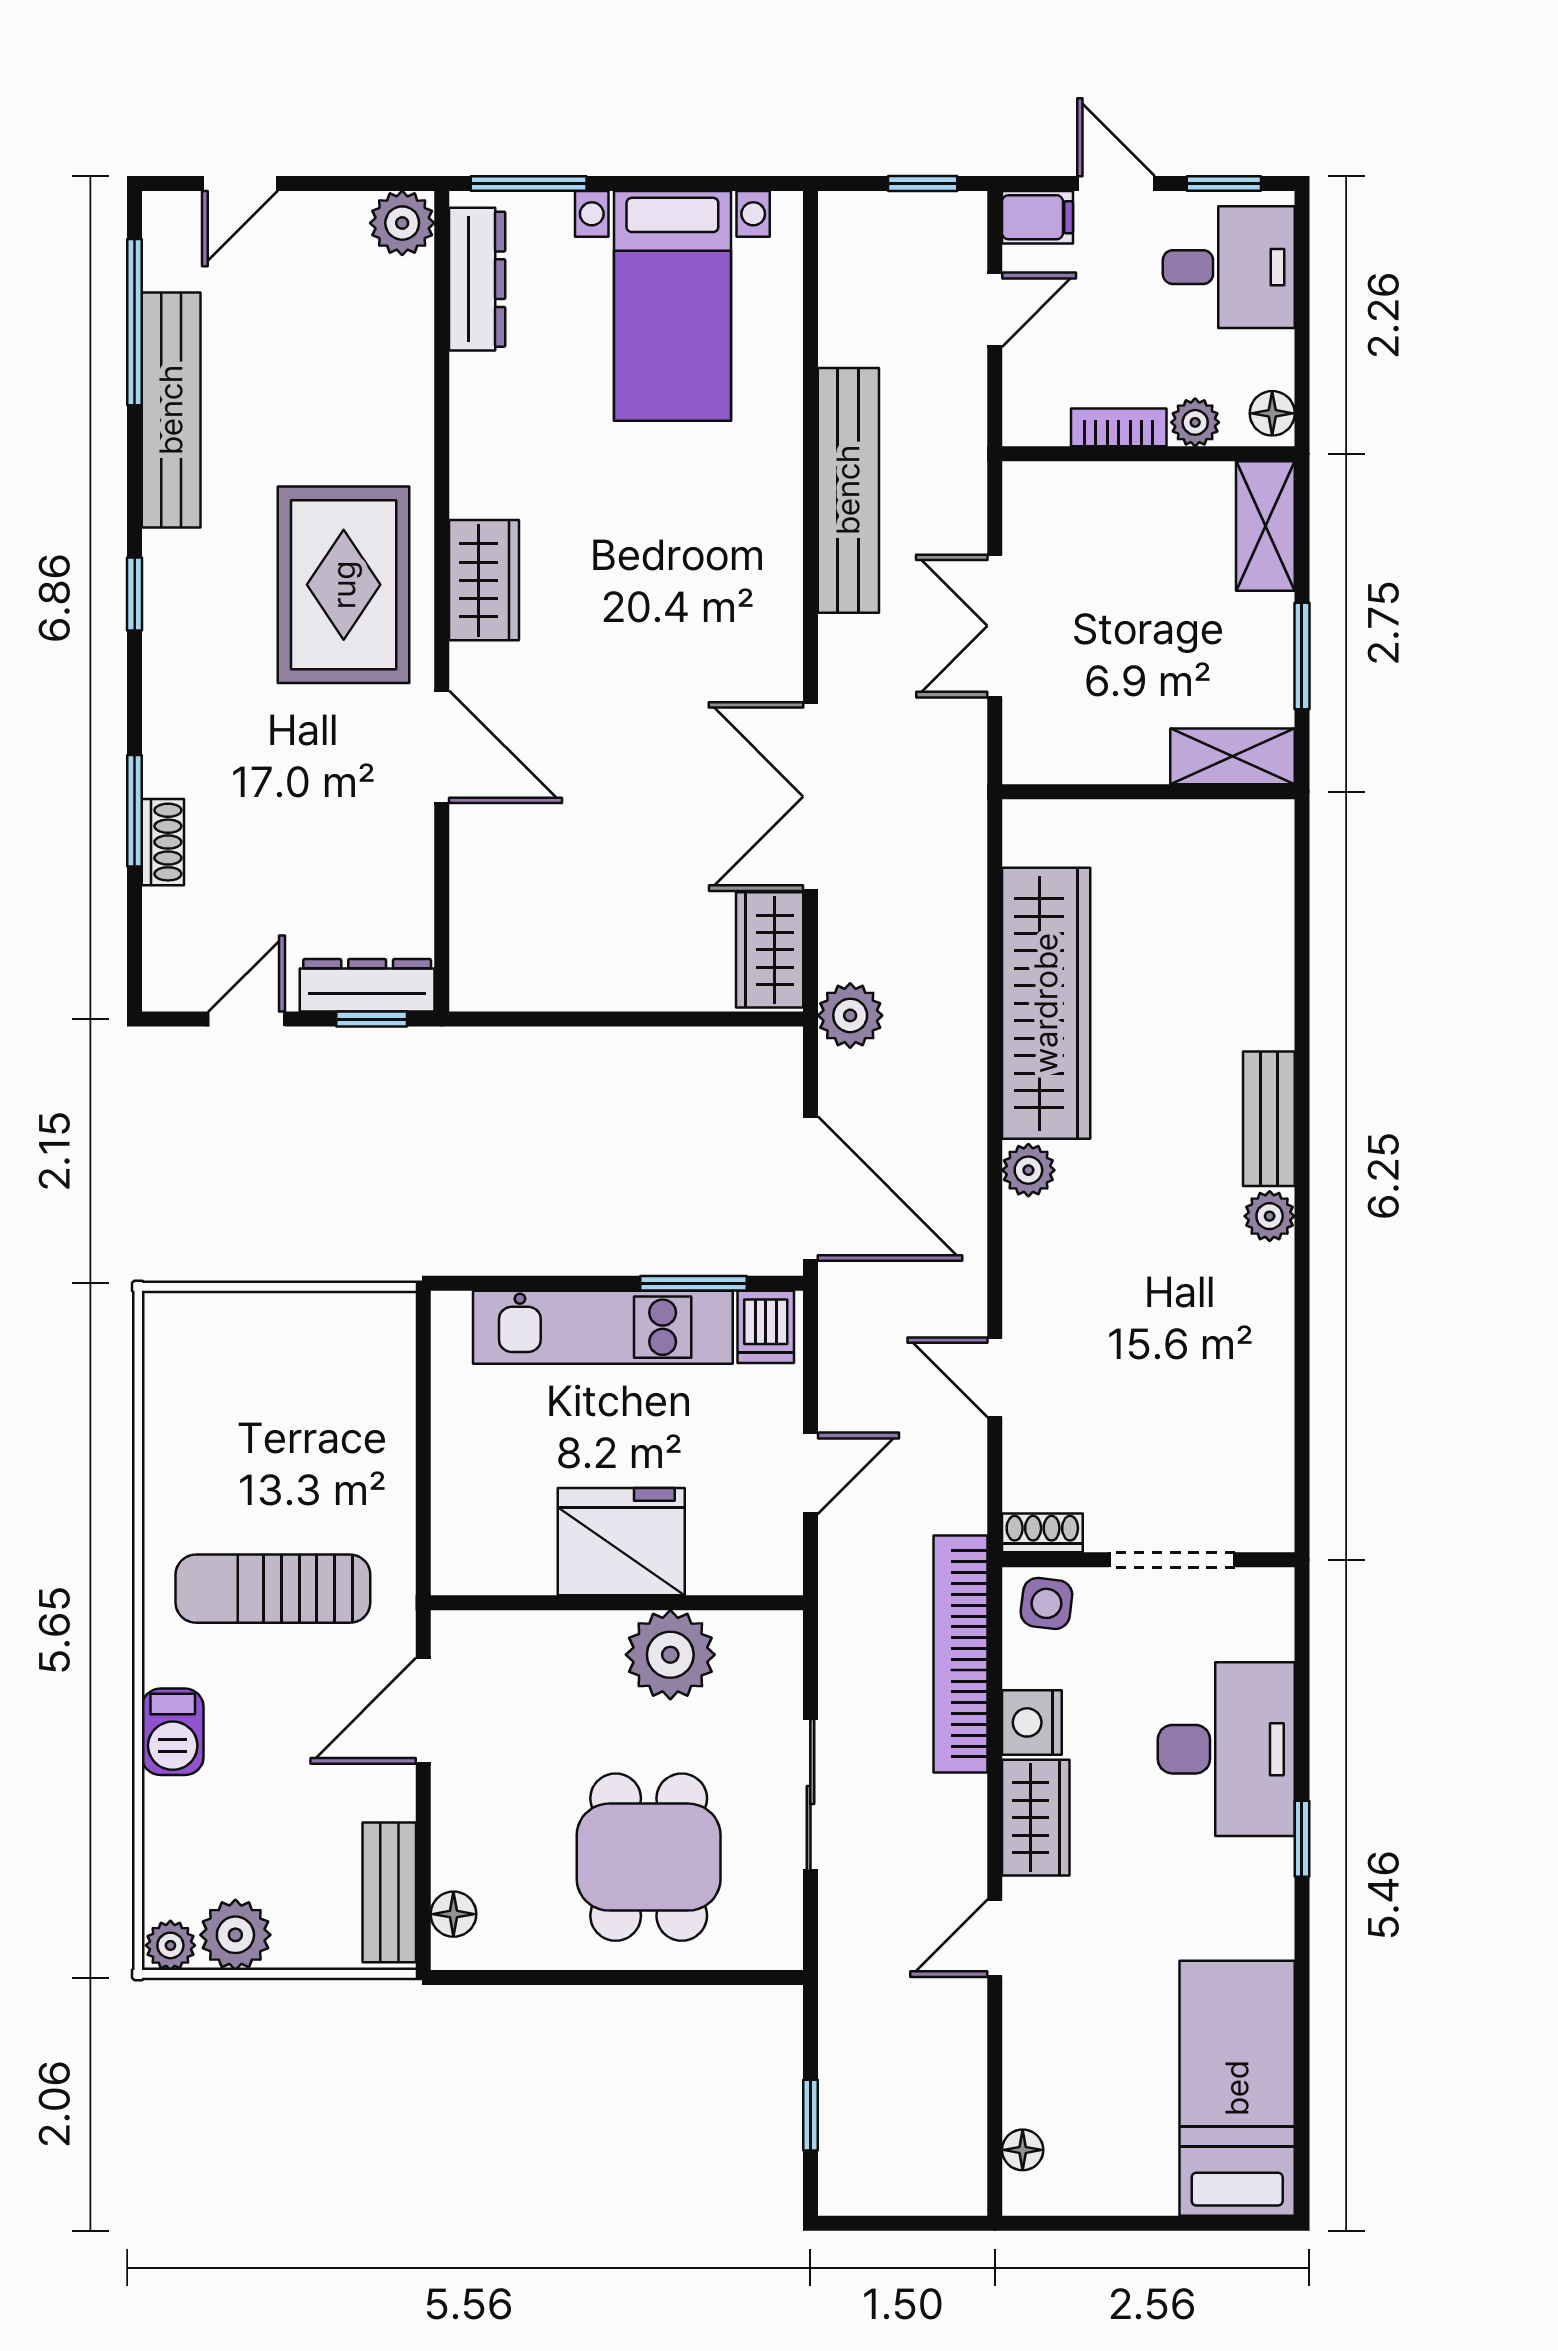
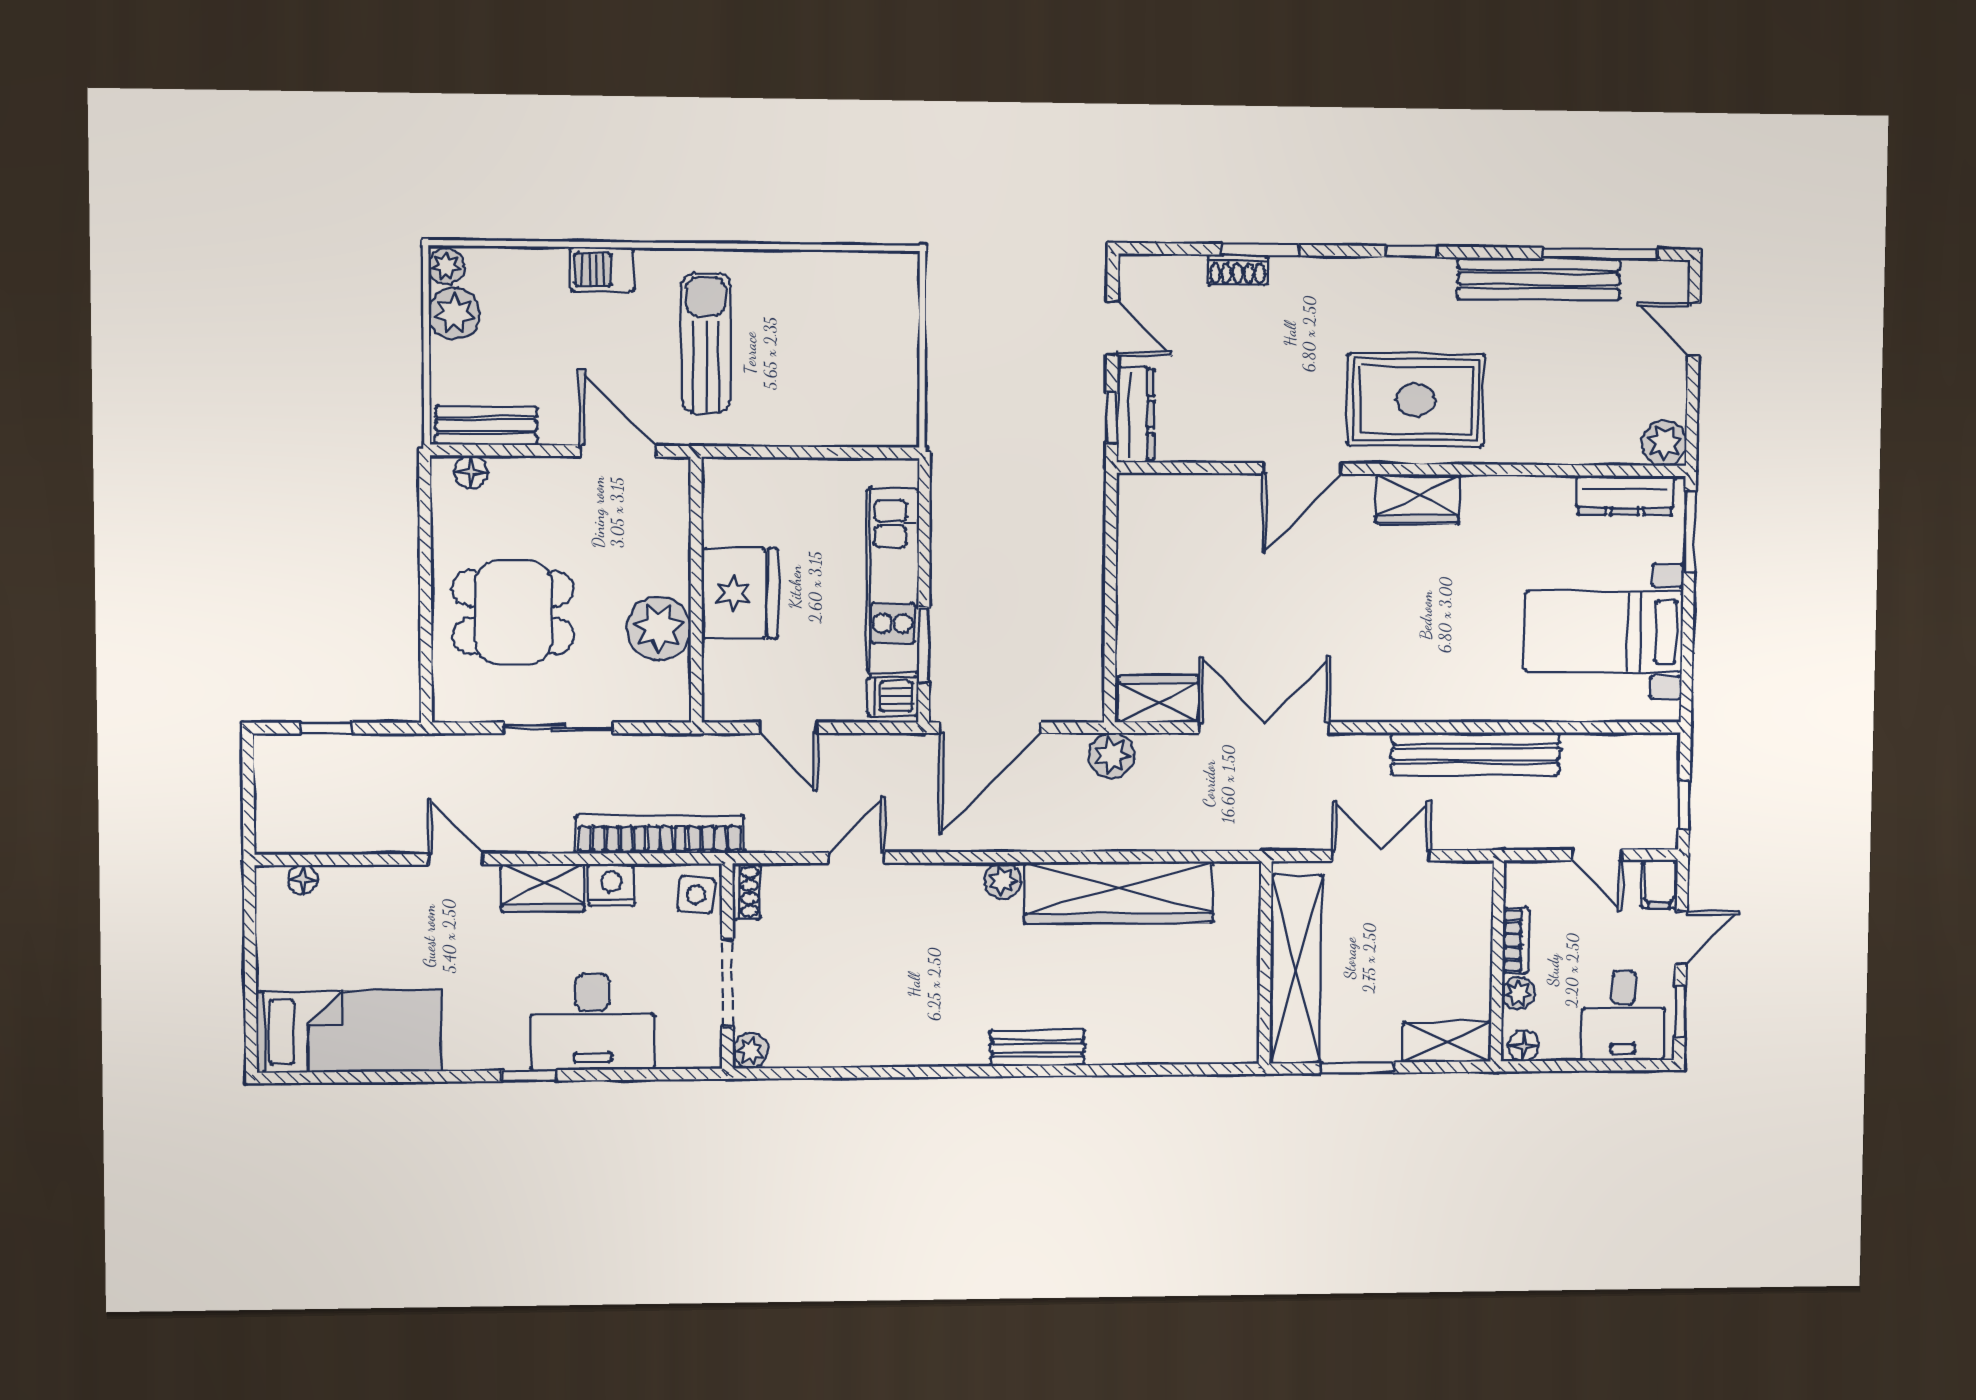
shelving: (1233, 756) -> (1296, 969), width x2.20, depth x1.33
plant: (1270, 1216) -> (750, 1051), moved

